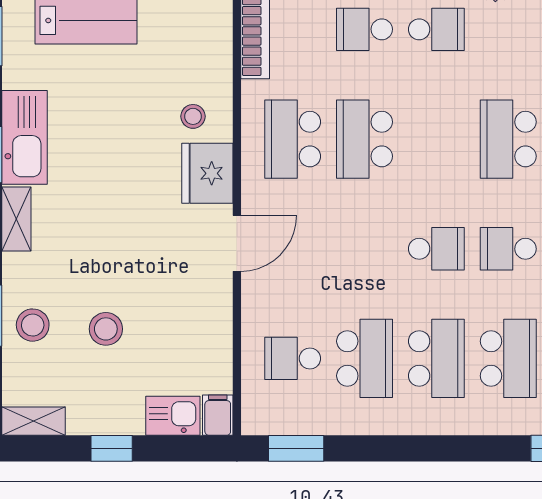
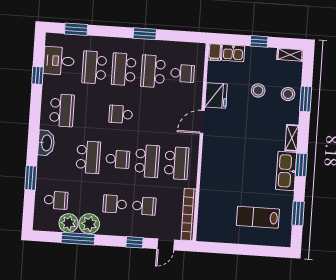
stool: (193, 116) -> (217, 175), removed
fridge: (207, 173) -> (216, 95), moved
school desk: (508, 249) -> (118, 159), moved
window: (296, 448) -> (145, 34), moved

